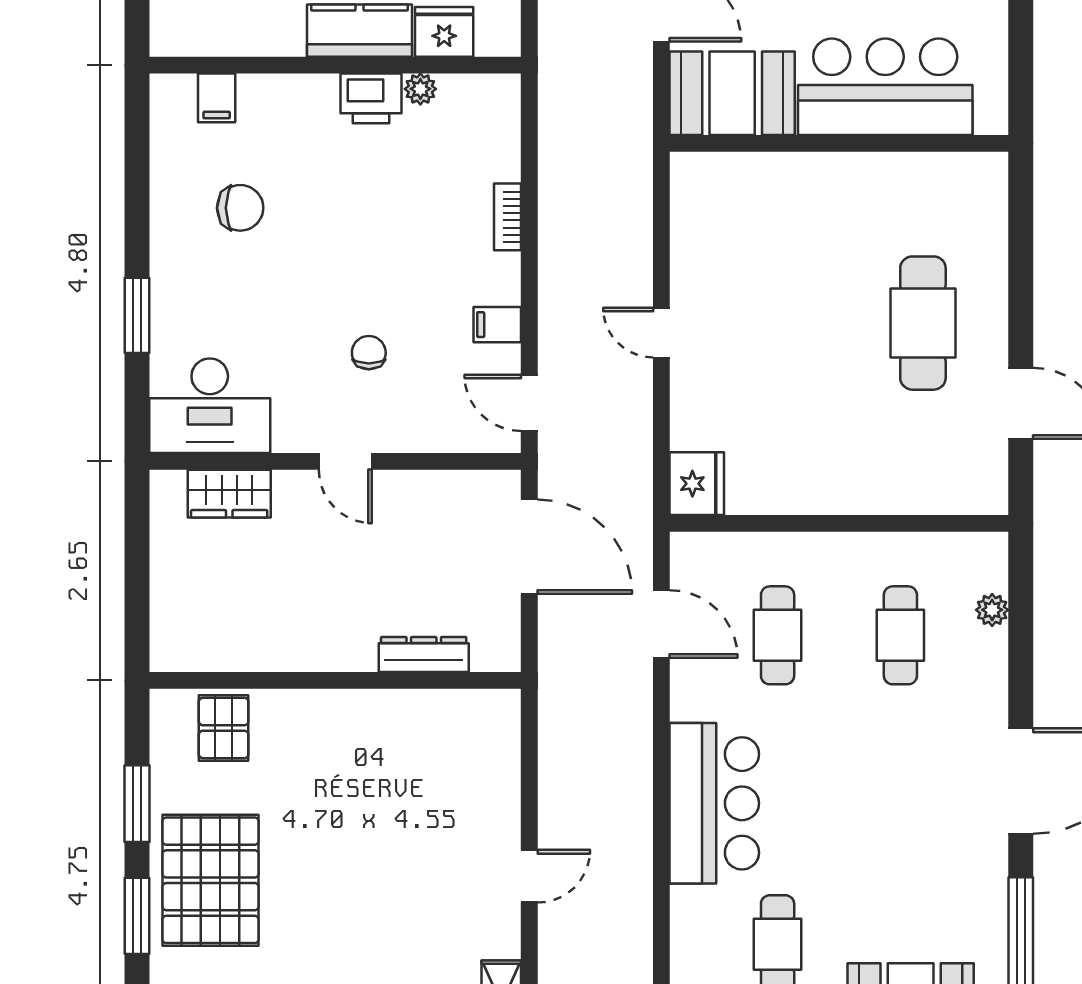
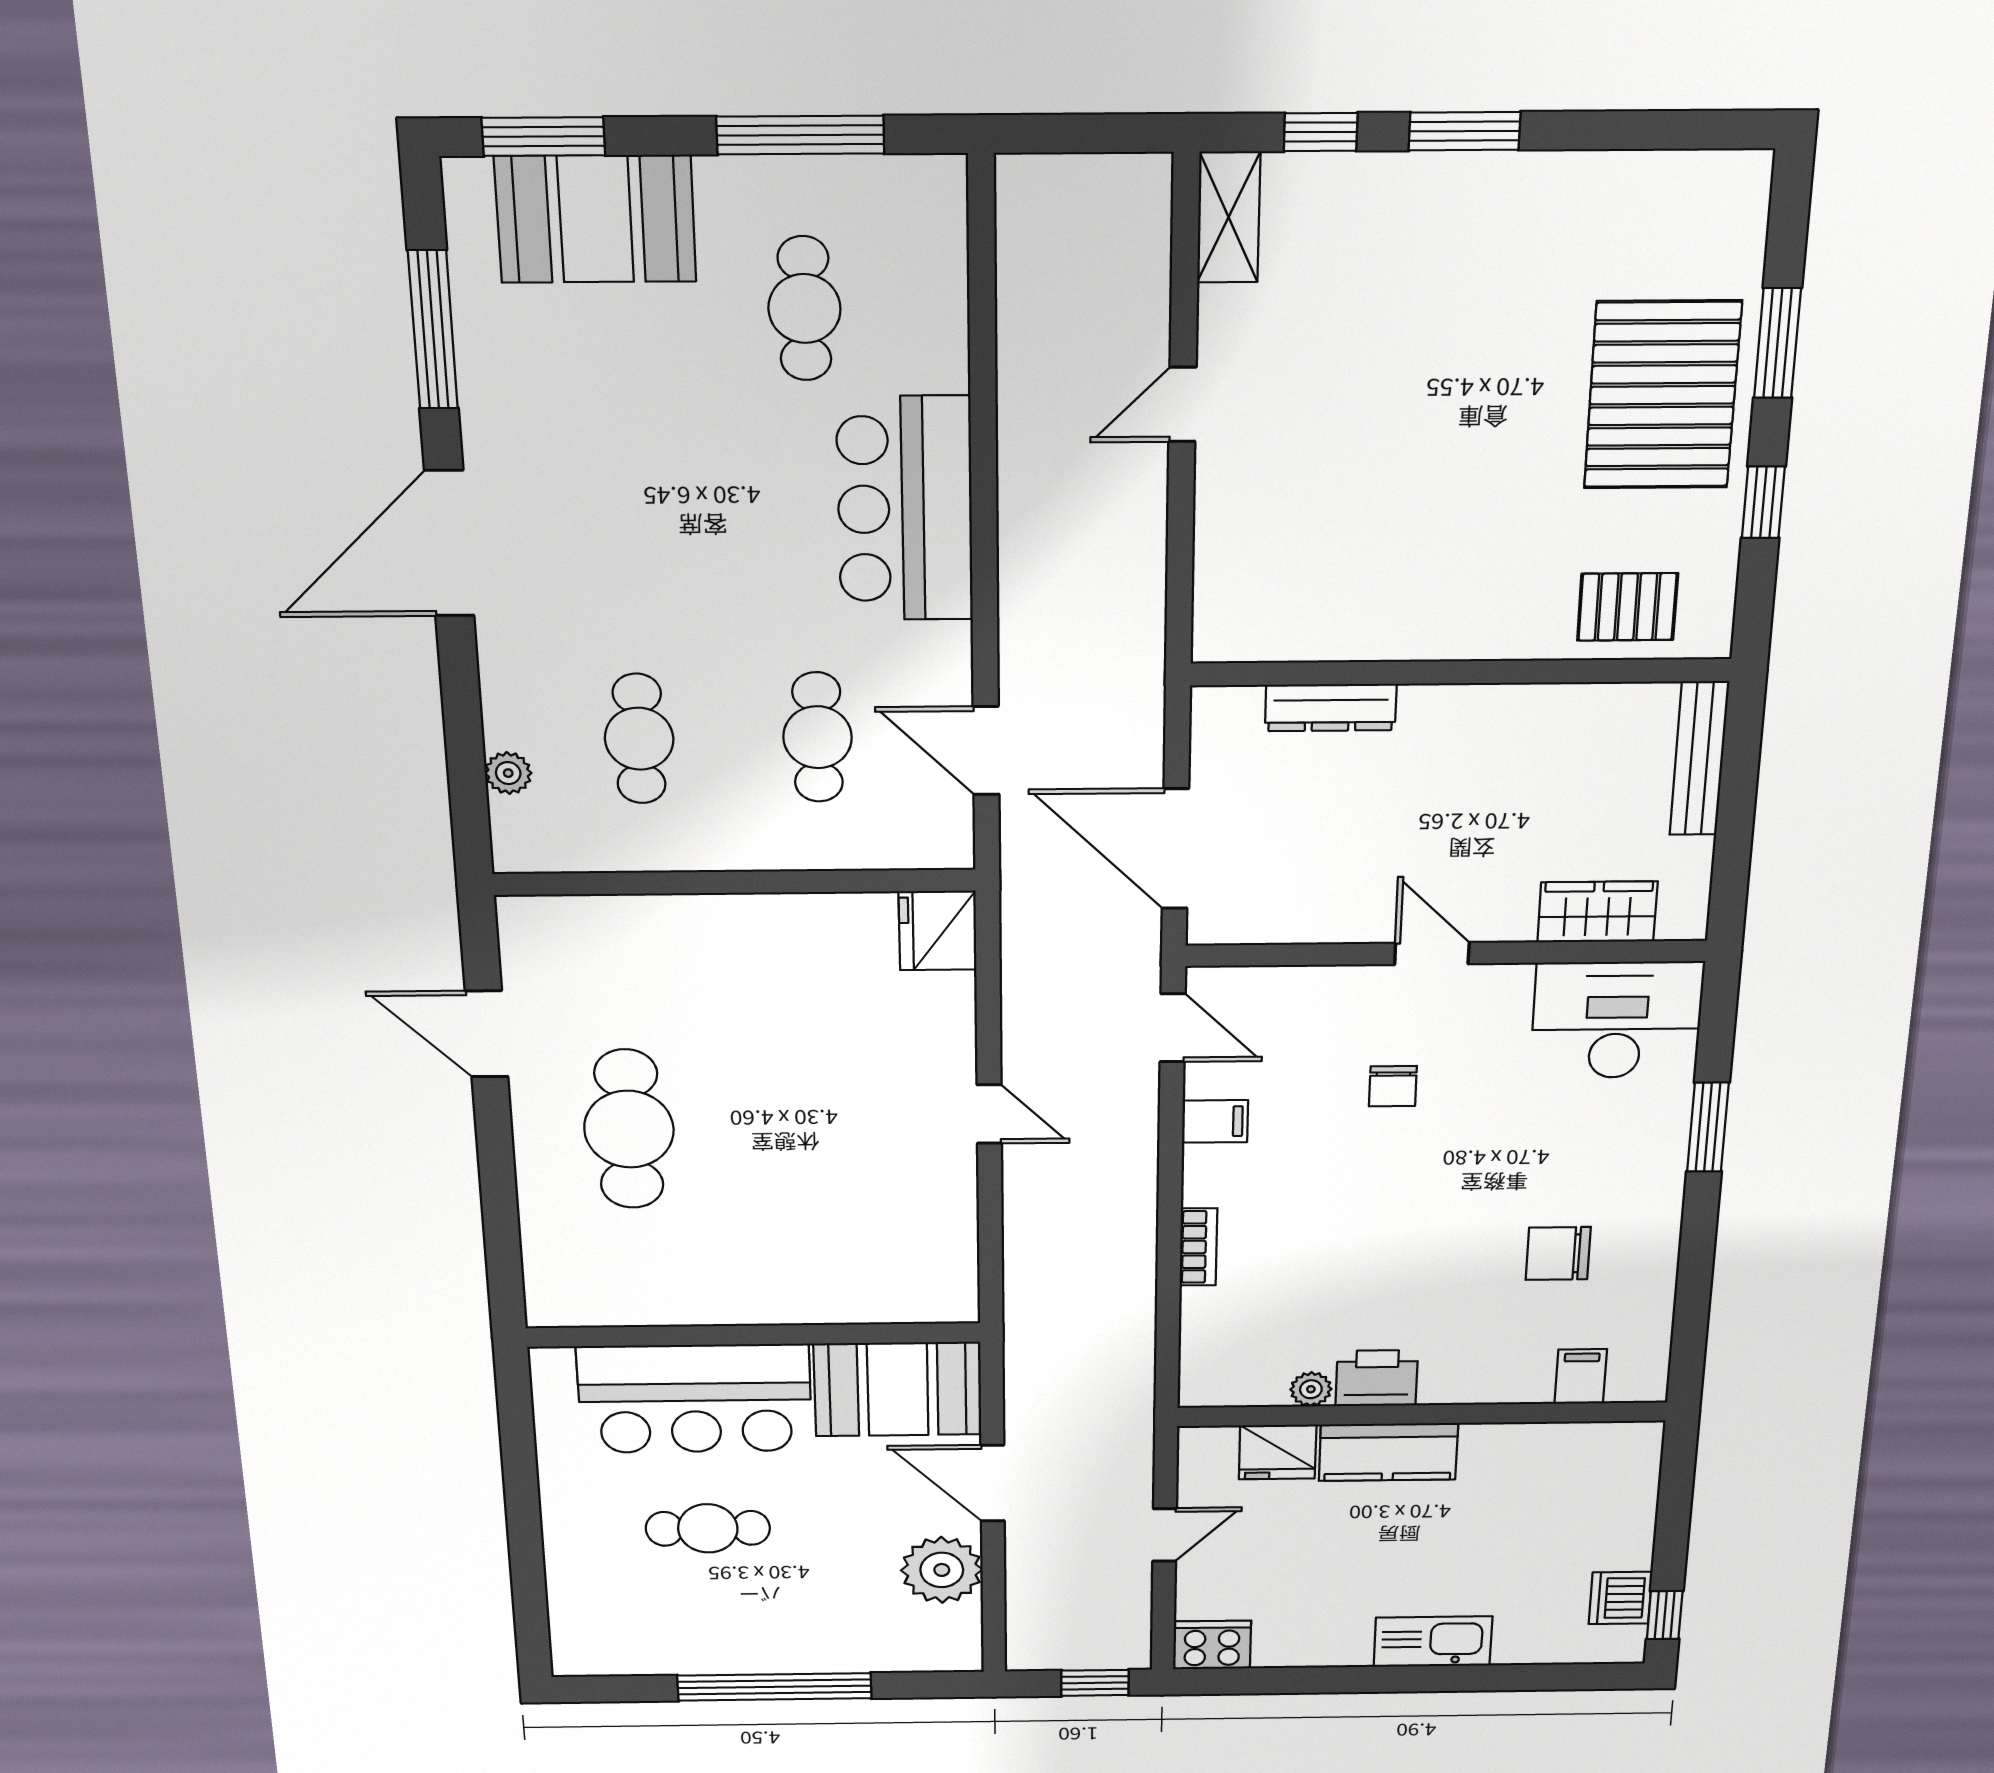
bench: (166, 613) -> (1699, 759), added
pallet: (224, 728) -> (1627, 607), turned 90
window: (137, 804) -> (1763, 502), width x0.67

